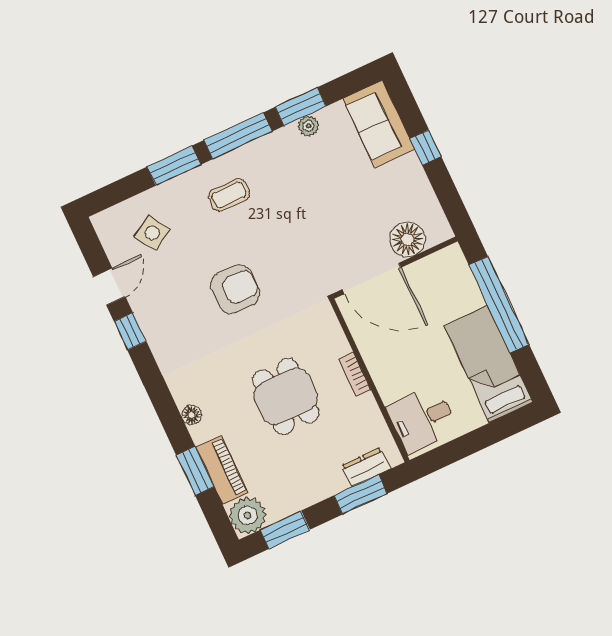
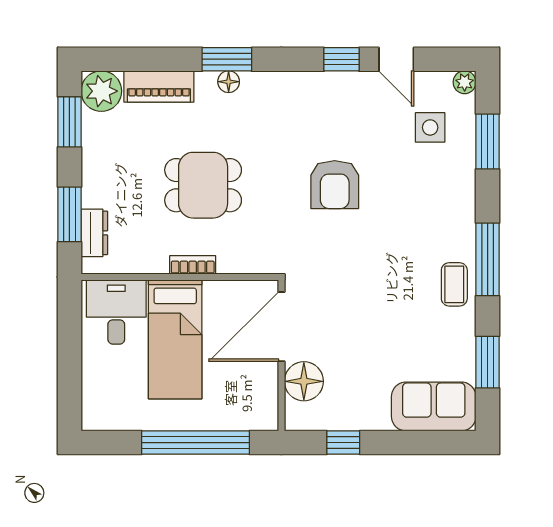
window: (301, 107) -> (488, 362), moved
plant: (308, 126) -> (465, 82), moved
window: (426, 147) -> (343, 443), moved
window: (174, 166) -> (488, 142), moved
coffee table: (229, 195) -> (454, 284), moved
side table: (152, 233) -> (430, 127), turned 31
bed: (488, 364) -> (175, 339), moved, turned 90
window: (195, 471) -> (227, 59), moved

